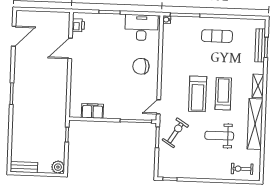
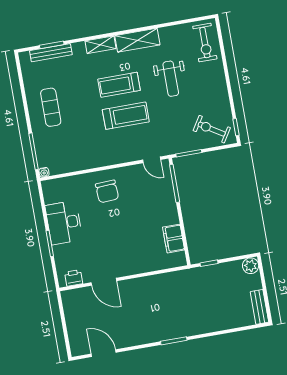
desk: (141, 28) -> (64, 223), moved
shelving: (255, 124) -> (137, 40), width x0.68
exercise bike: (175, 133) -> (212, 129), moved
exercise bike: (242, 169) -> (205, 43), width x1.38, depth x1.39

